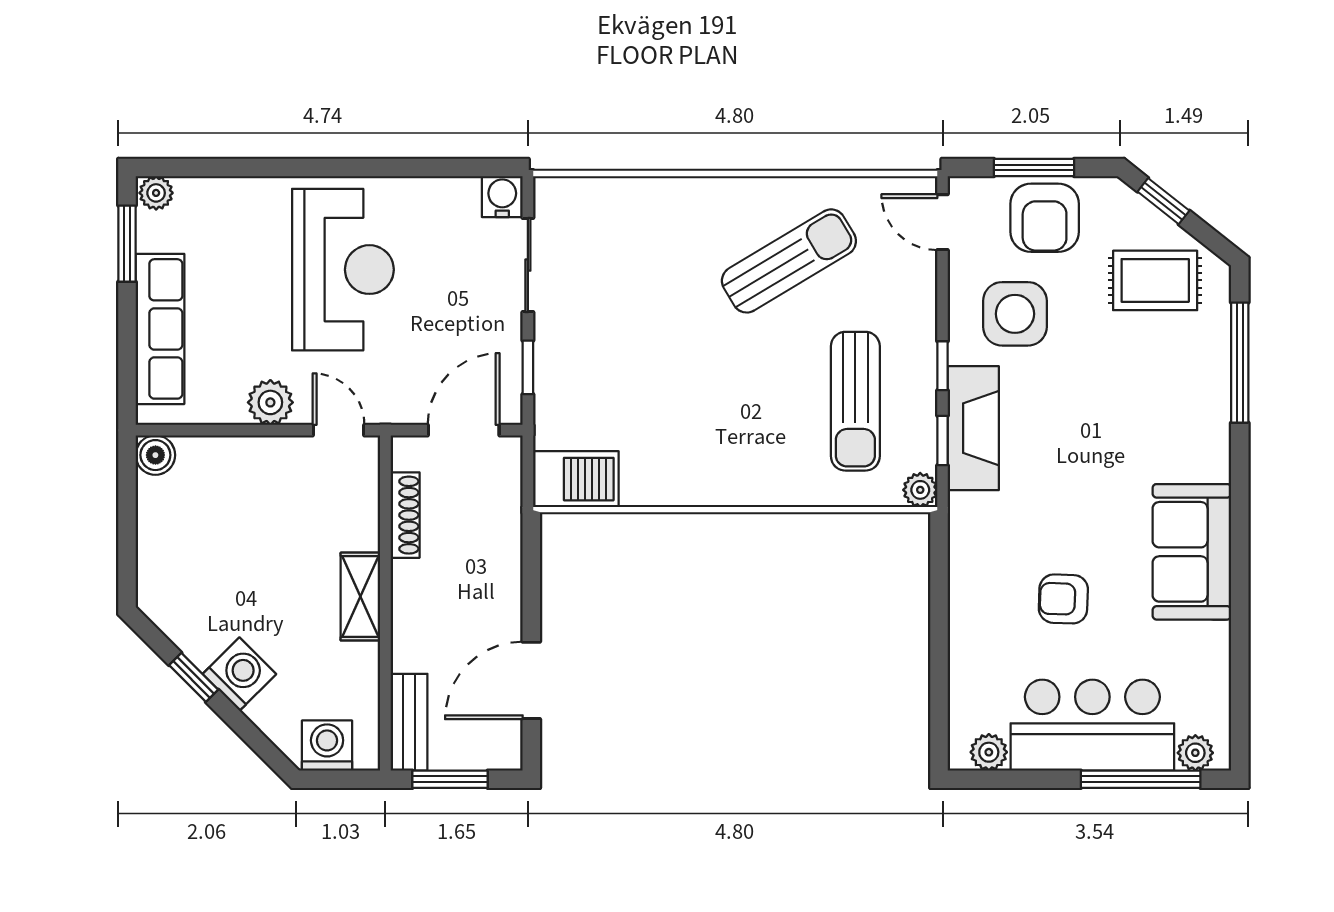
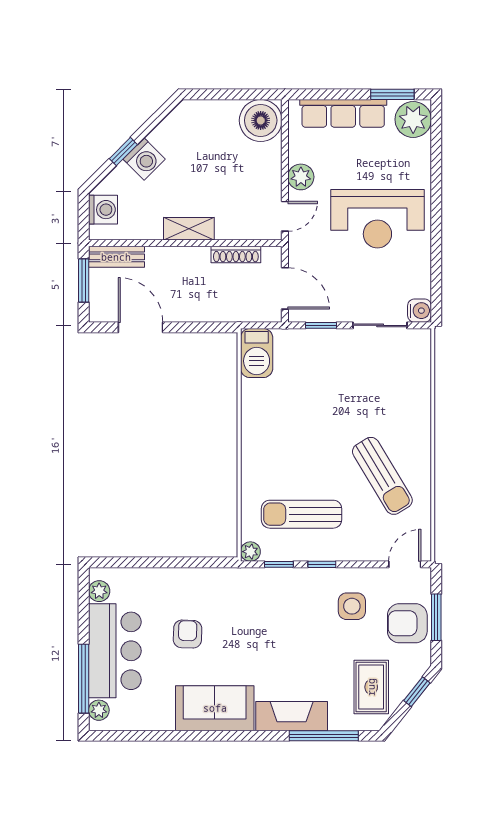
plant: (156, 193) -> (413, 119), width x1.88, depth x1.88
side table: (1015, 314) -> (352, 606), width x0.73, depth x0.73
fireplace: (973, 428) -> (292, 716), moved, turned 180
boiler: (155, 455) -> (261, 120), width x1.86, depth x1.86
window: (194, 677) -> (123, 152), moved

